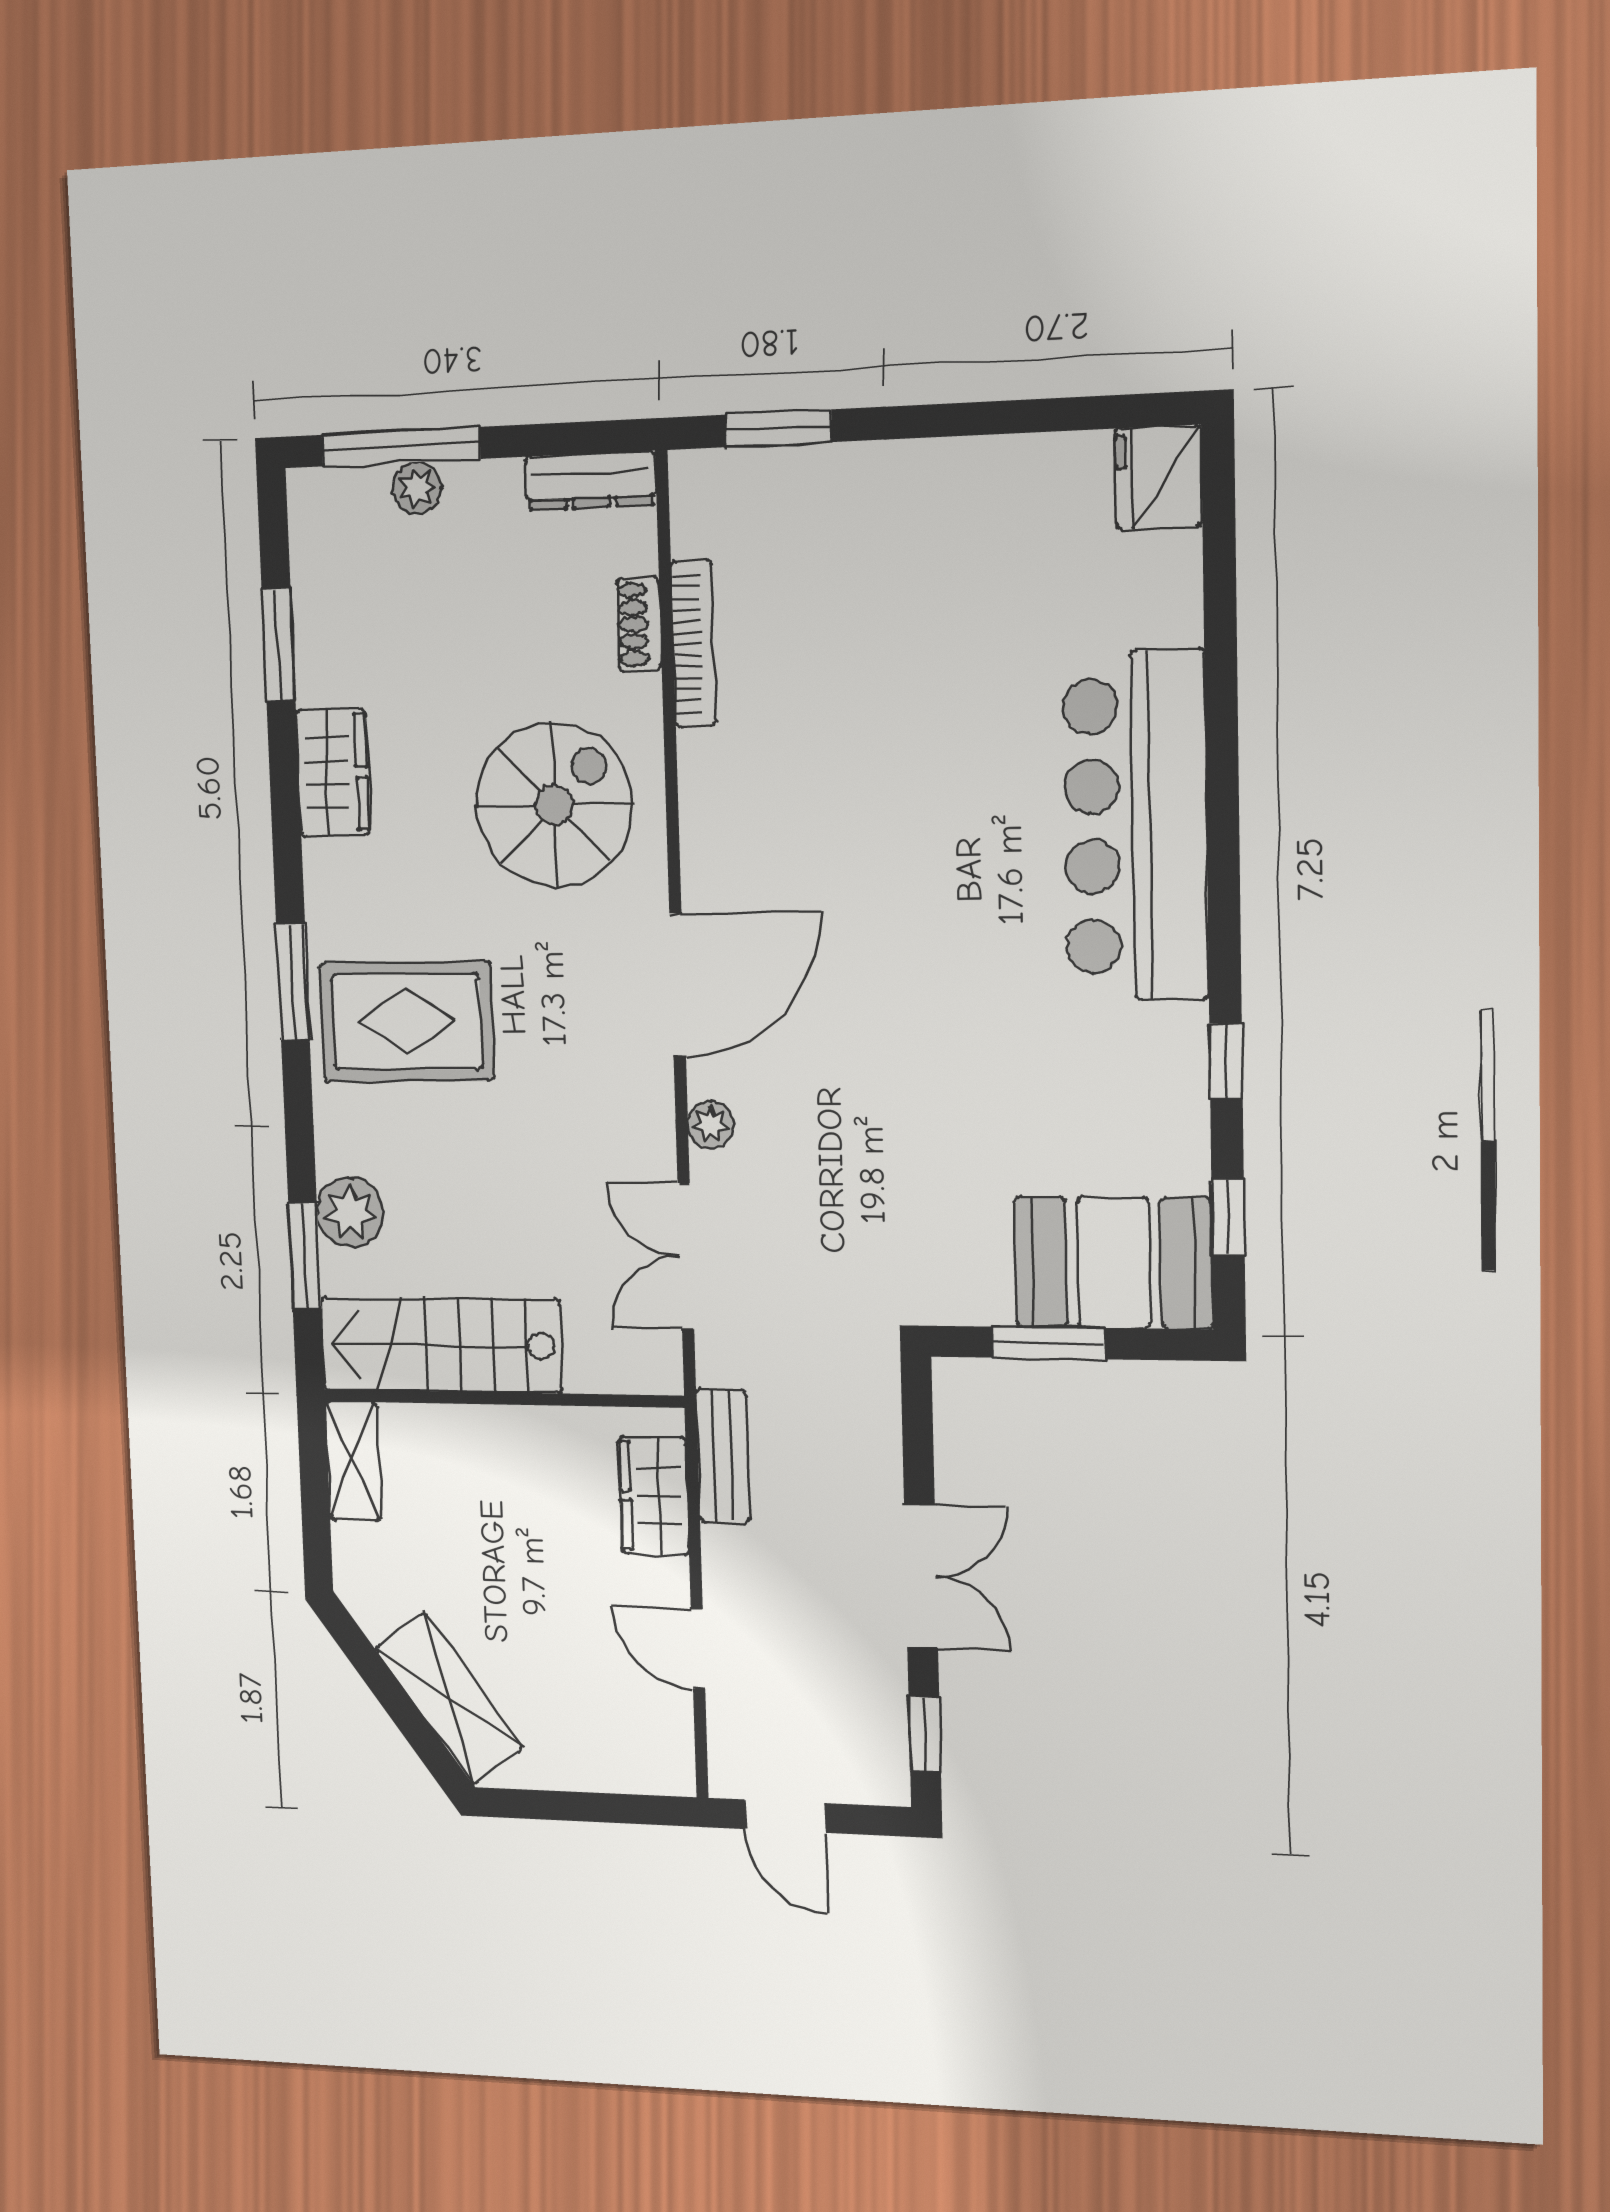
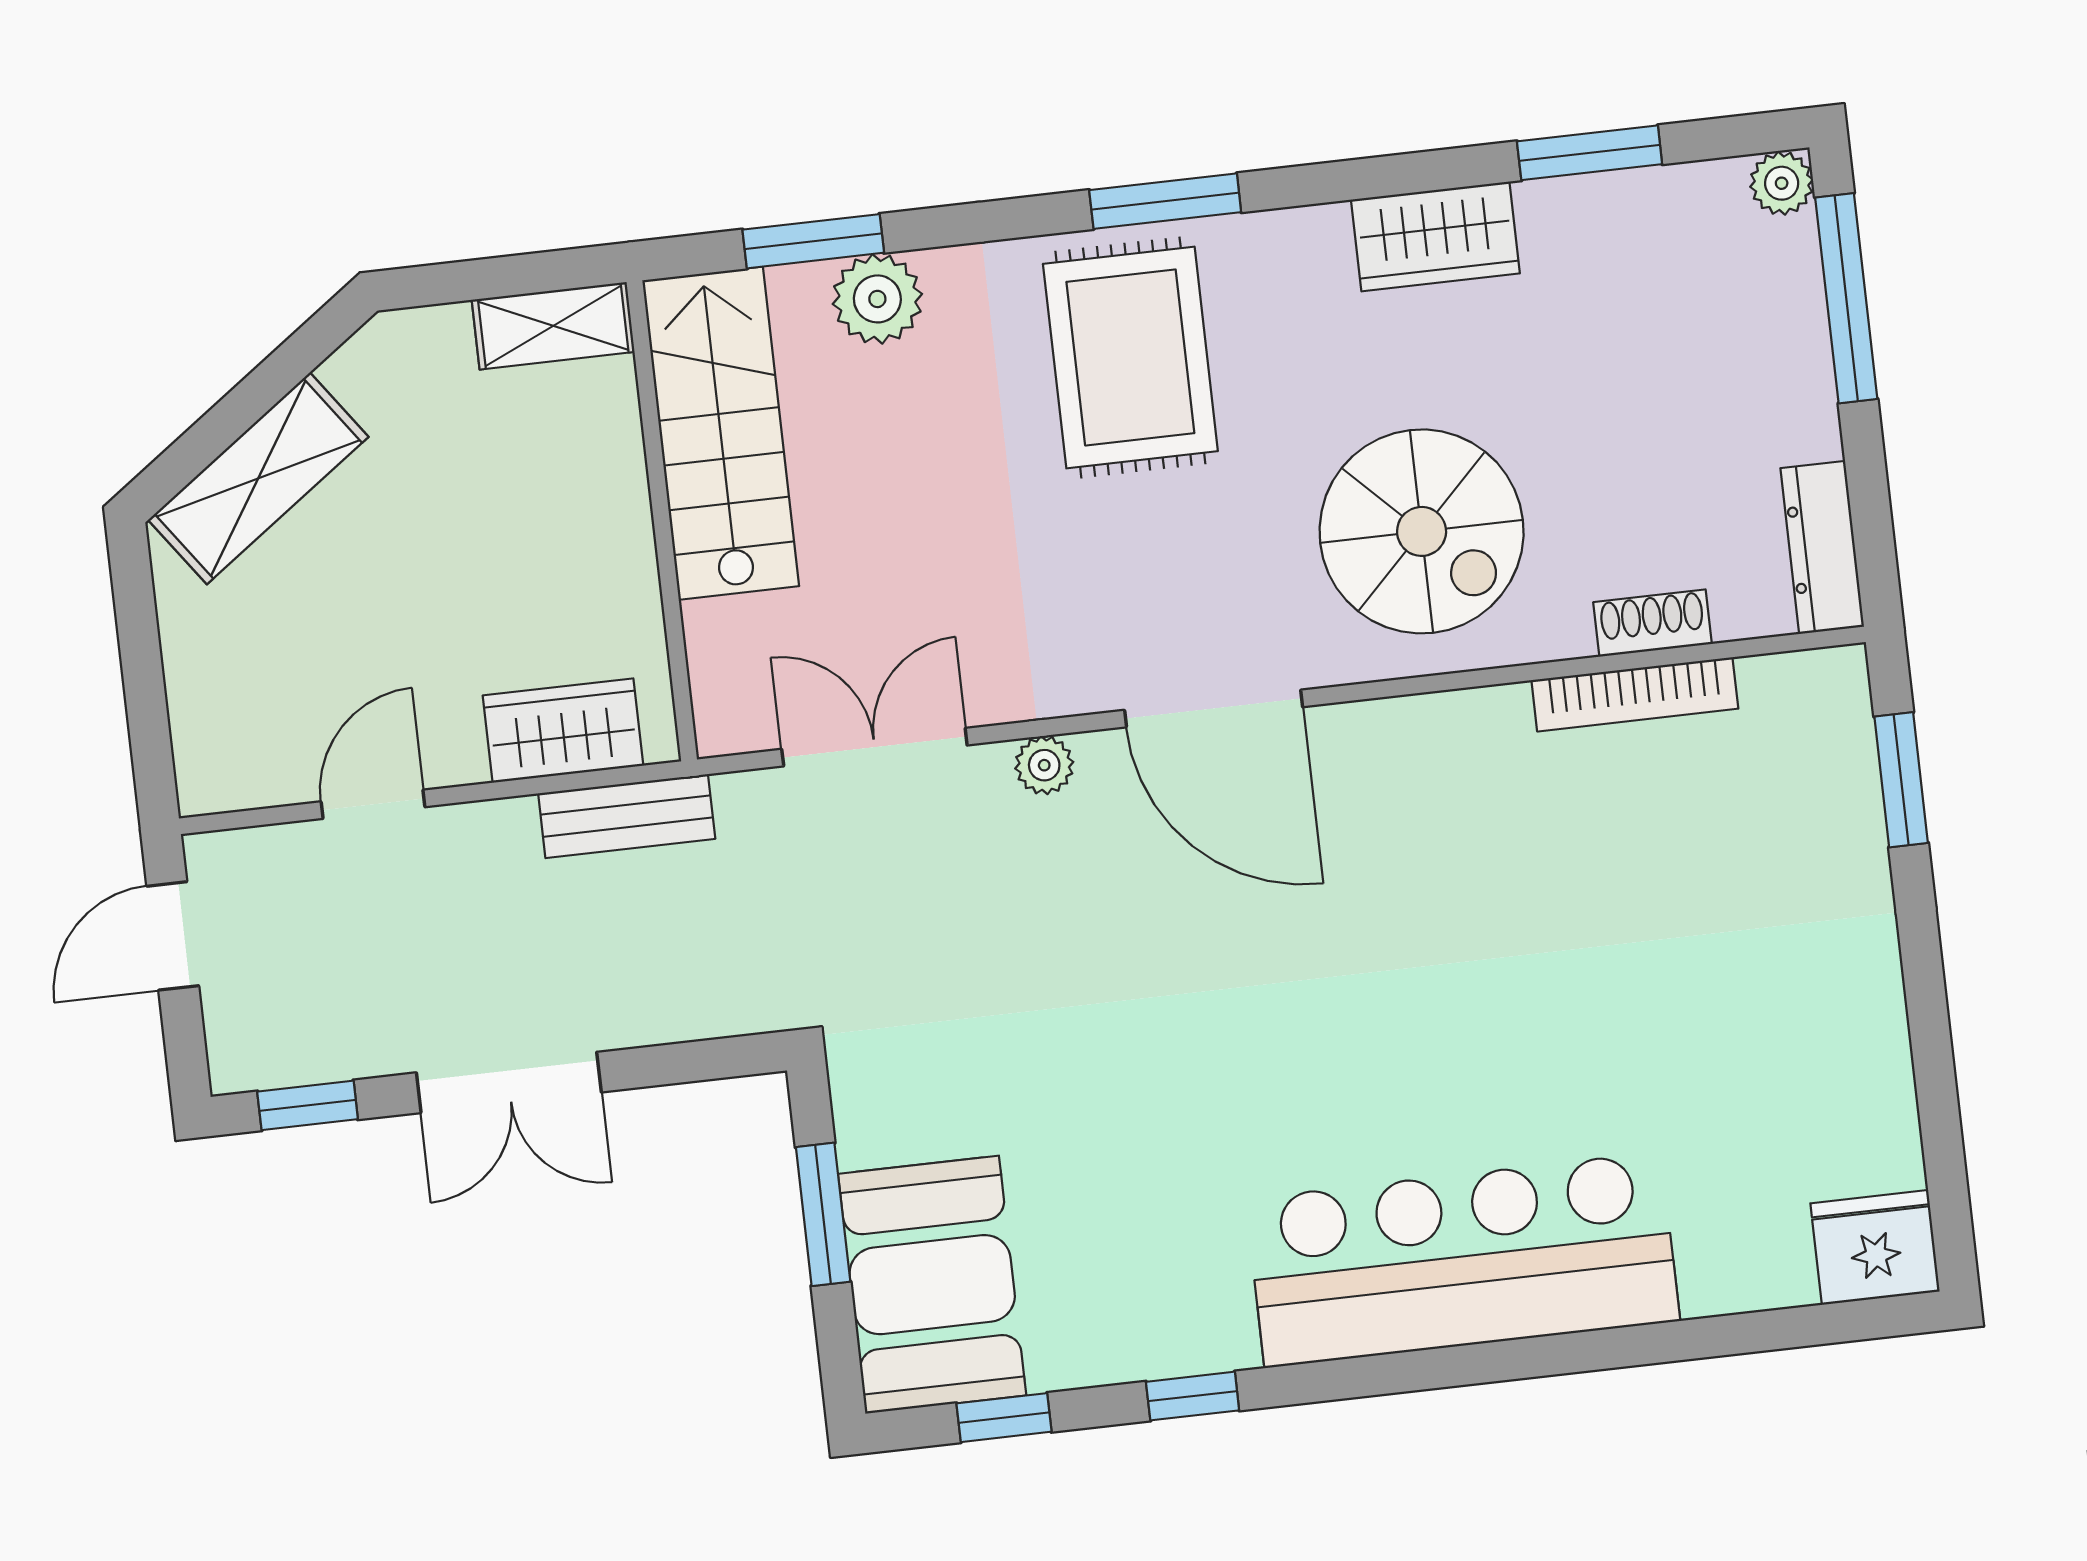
plant: (417, 488) -> (1782, 183), moved

